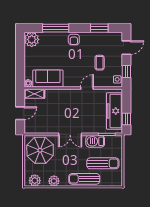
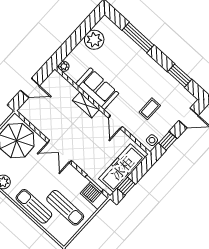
plant: (32, 39) -> (94, 40), moved
armchair: (74, 40) -> (145, 64), removed
sofa: (48, 79) -> (97, 89), moved
door: (87, 88) -> (115, 122), swing flipped
shelving: (34, 94) -> (86, 105), moved
barbecue: (95, 141) -> (94, 196), moved

